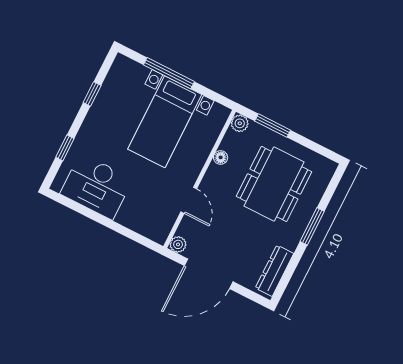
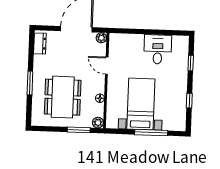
desk: (97, 186) -> (158, 49), width x0.73
dresser: (275, 271) -> (40, 43), width x0.70

